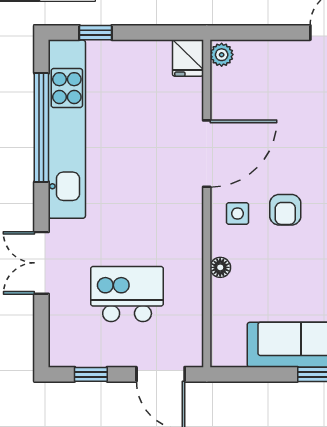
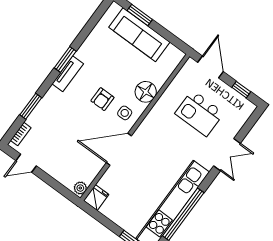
armchair: (285, 210) -> (102, 99), turned 180
floor lamp: (220, 267) -> (146, 92), width x1.89, depth x1.89

